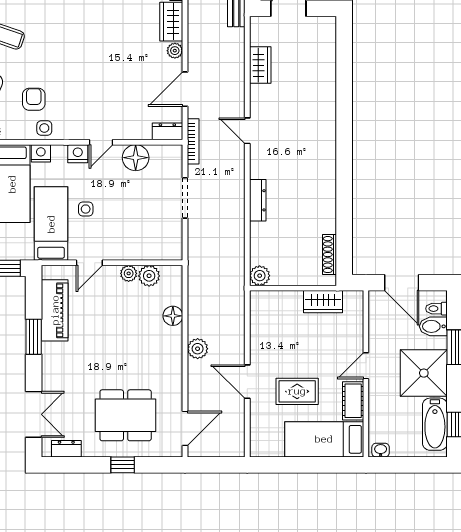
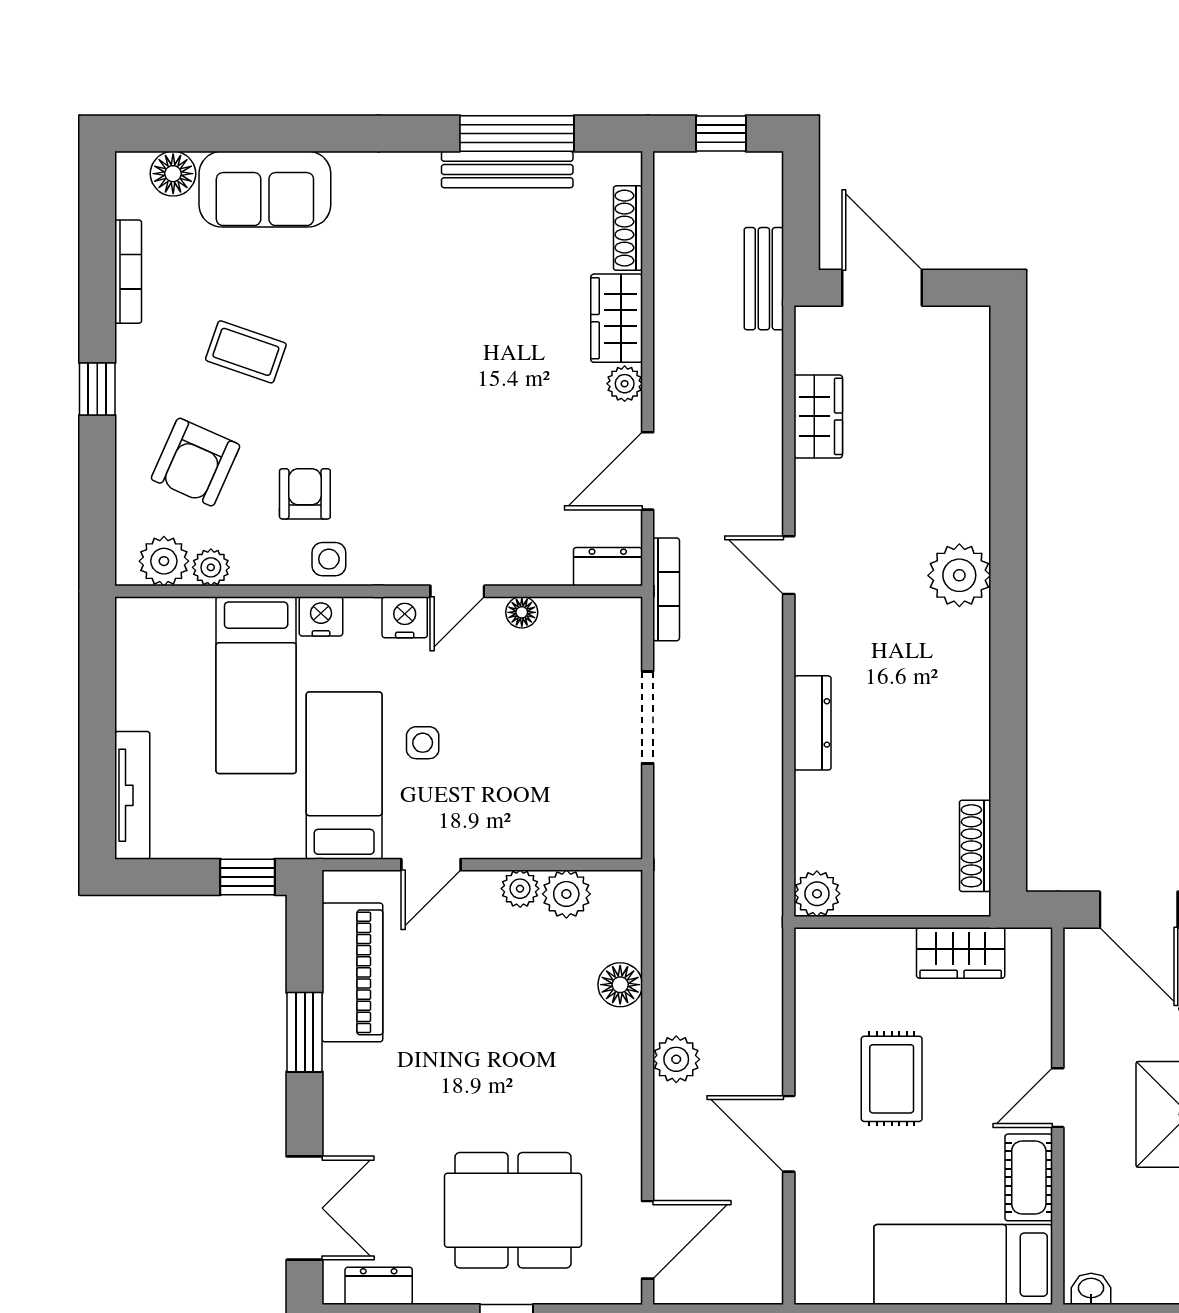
plant: (322, 135) -> (959, 575), added
floor lamp: (136, 158) -> (522, 612), width x0.53, depth x0.53
rug: (297, 391) -> (892, 1079), moved, turned 90

